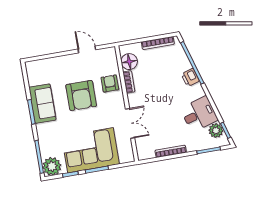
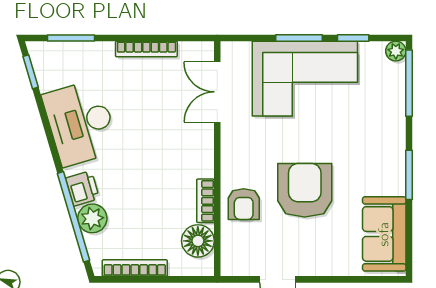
sofa: (42, 104) -> (384, 234), moved
desk: (199, 114) -> (80, 123), width x1.37
double door: (130, 123) -> (217, 92), moved
plant: (216, 131) -> (92, 218), moved
plant: (52, 166) -> (396, 51), width x0.53, depth x0.53

